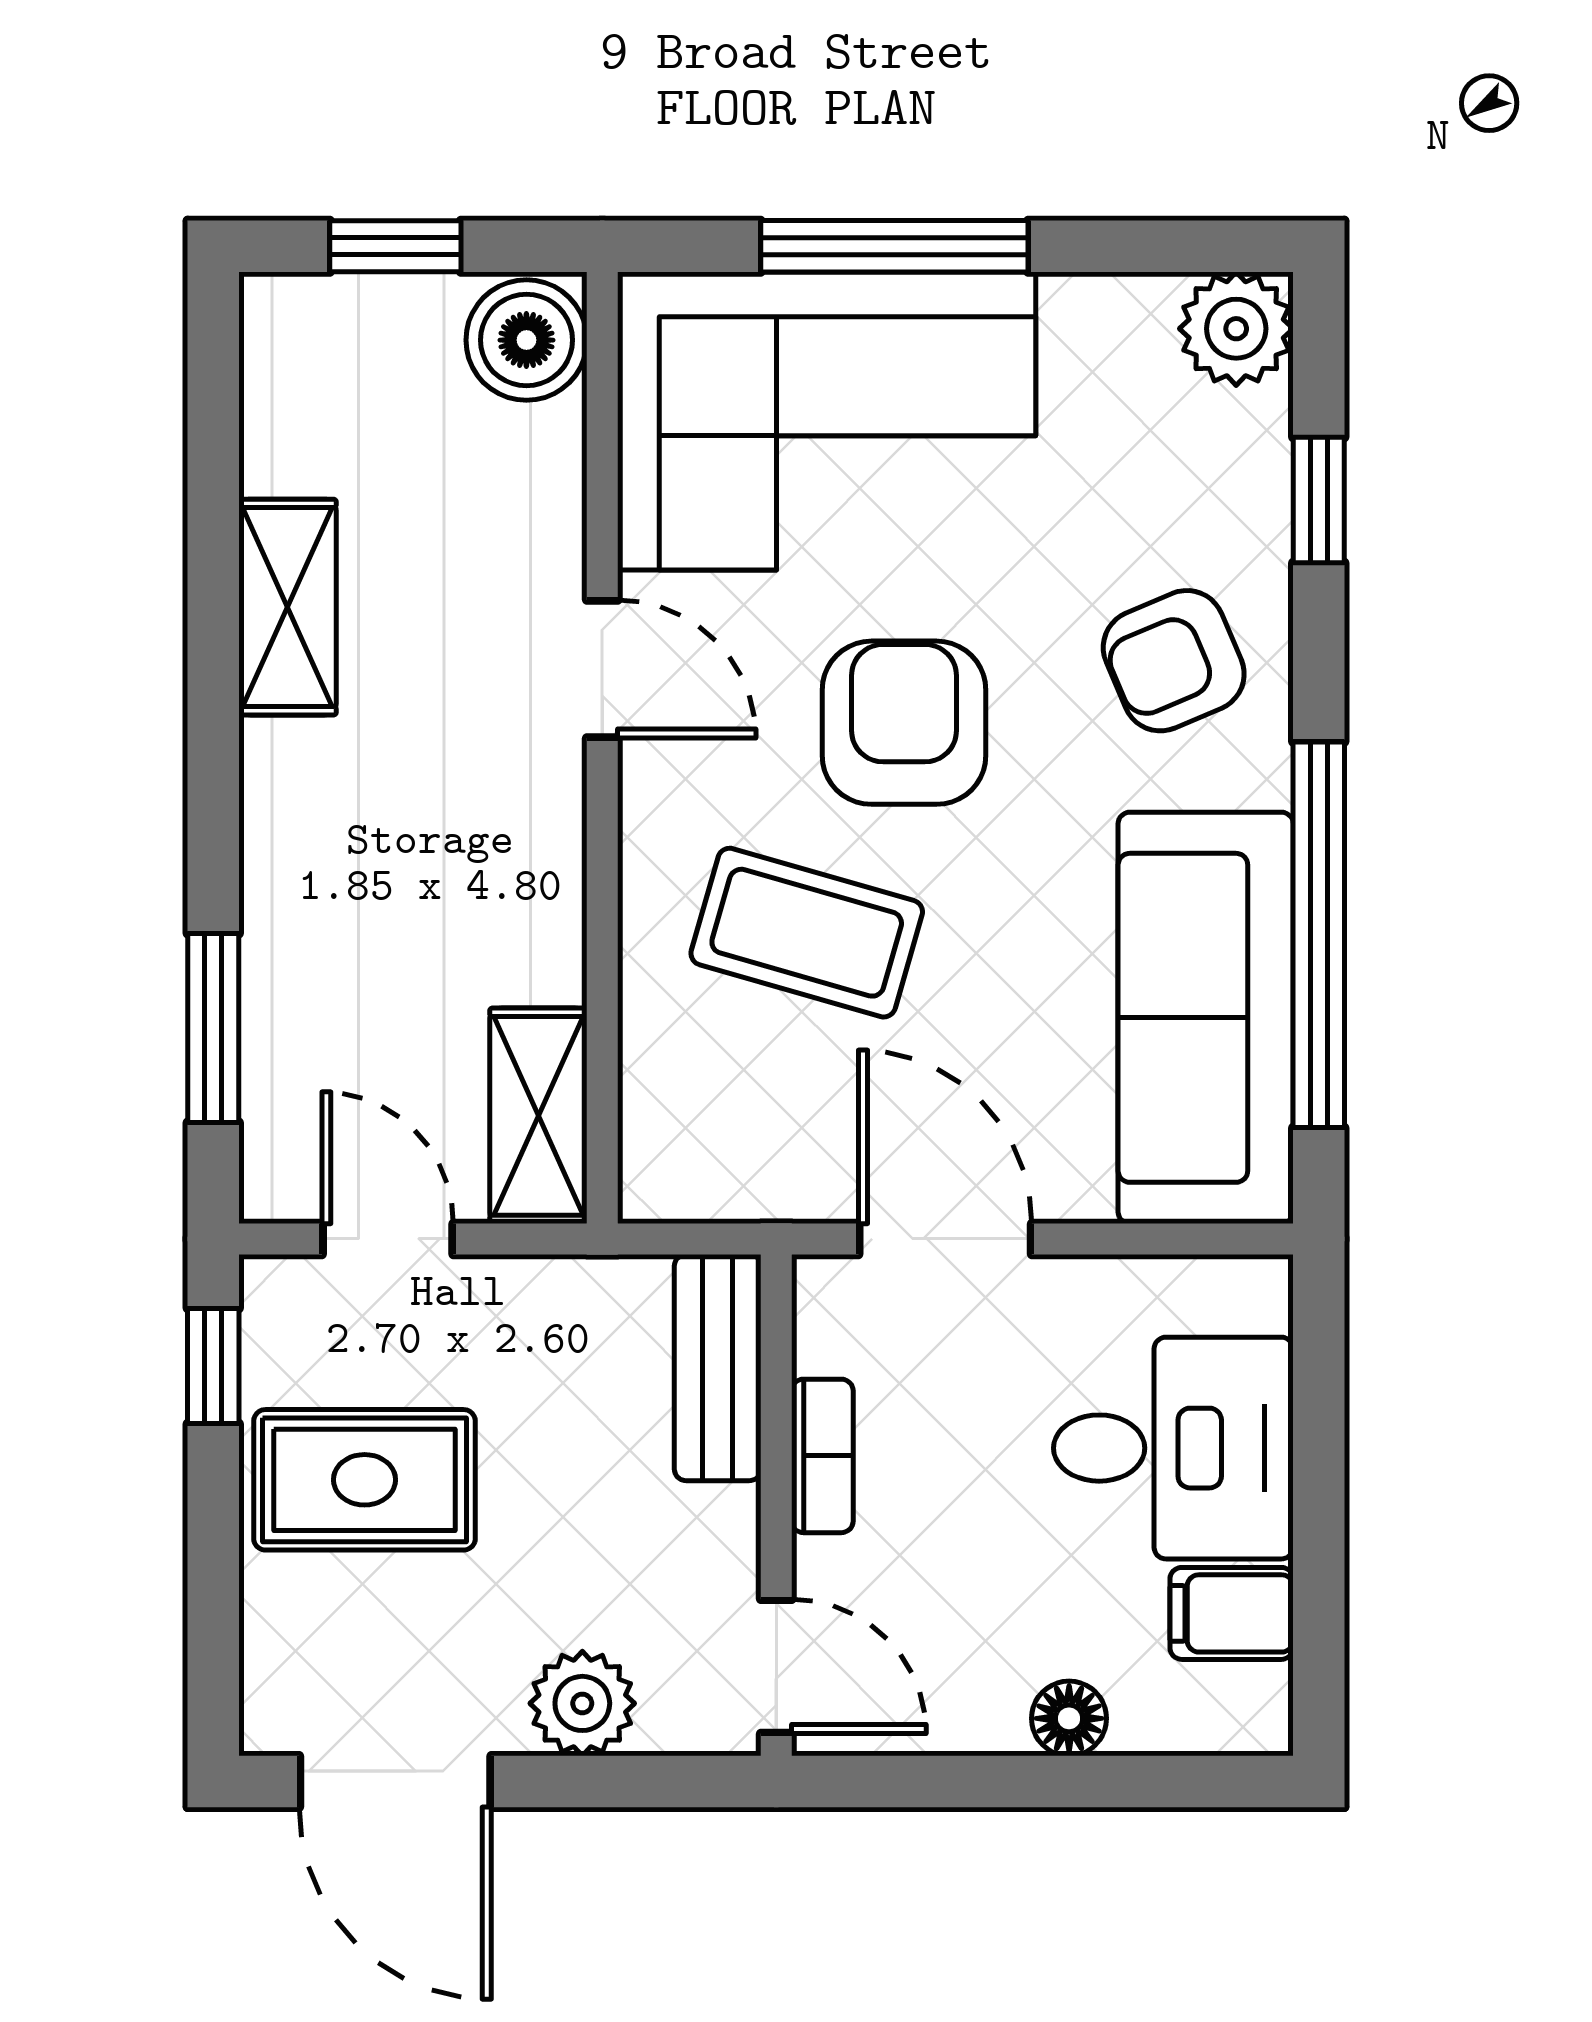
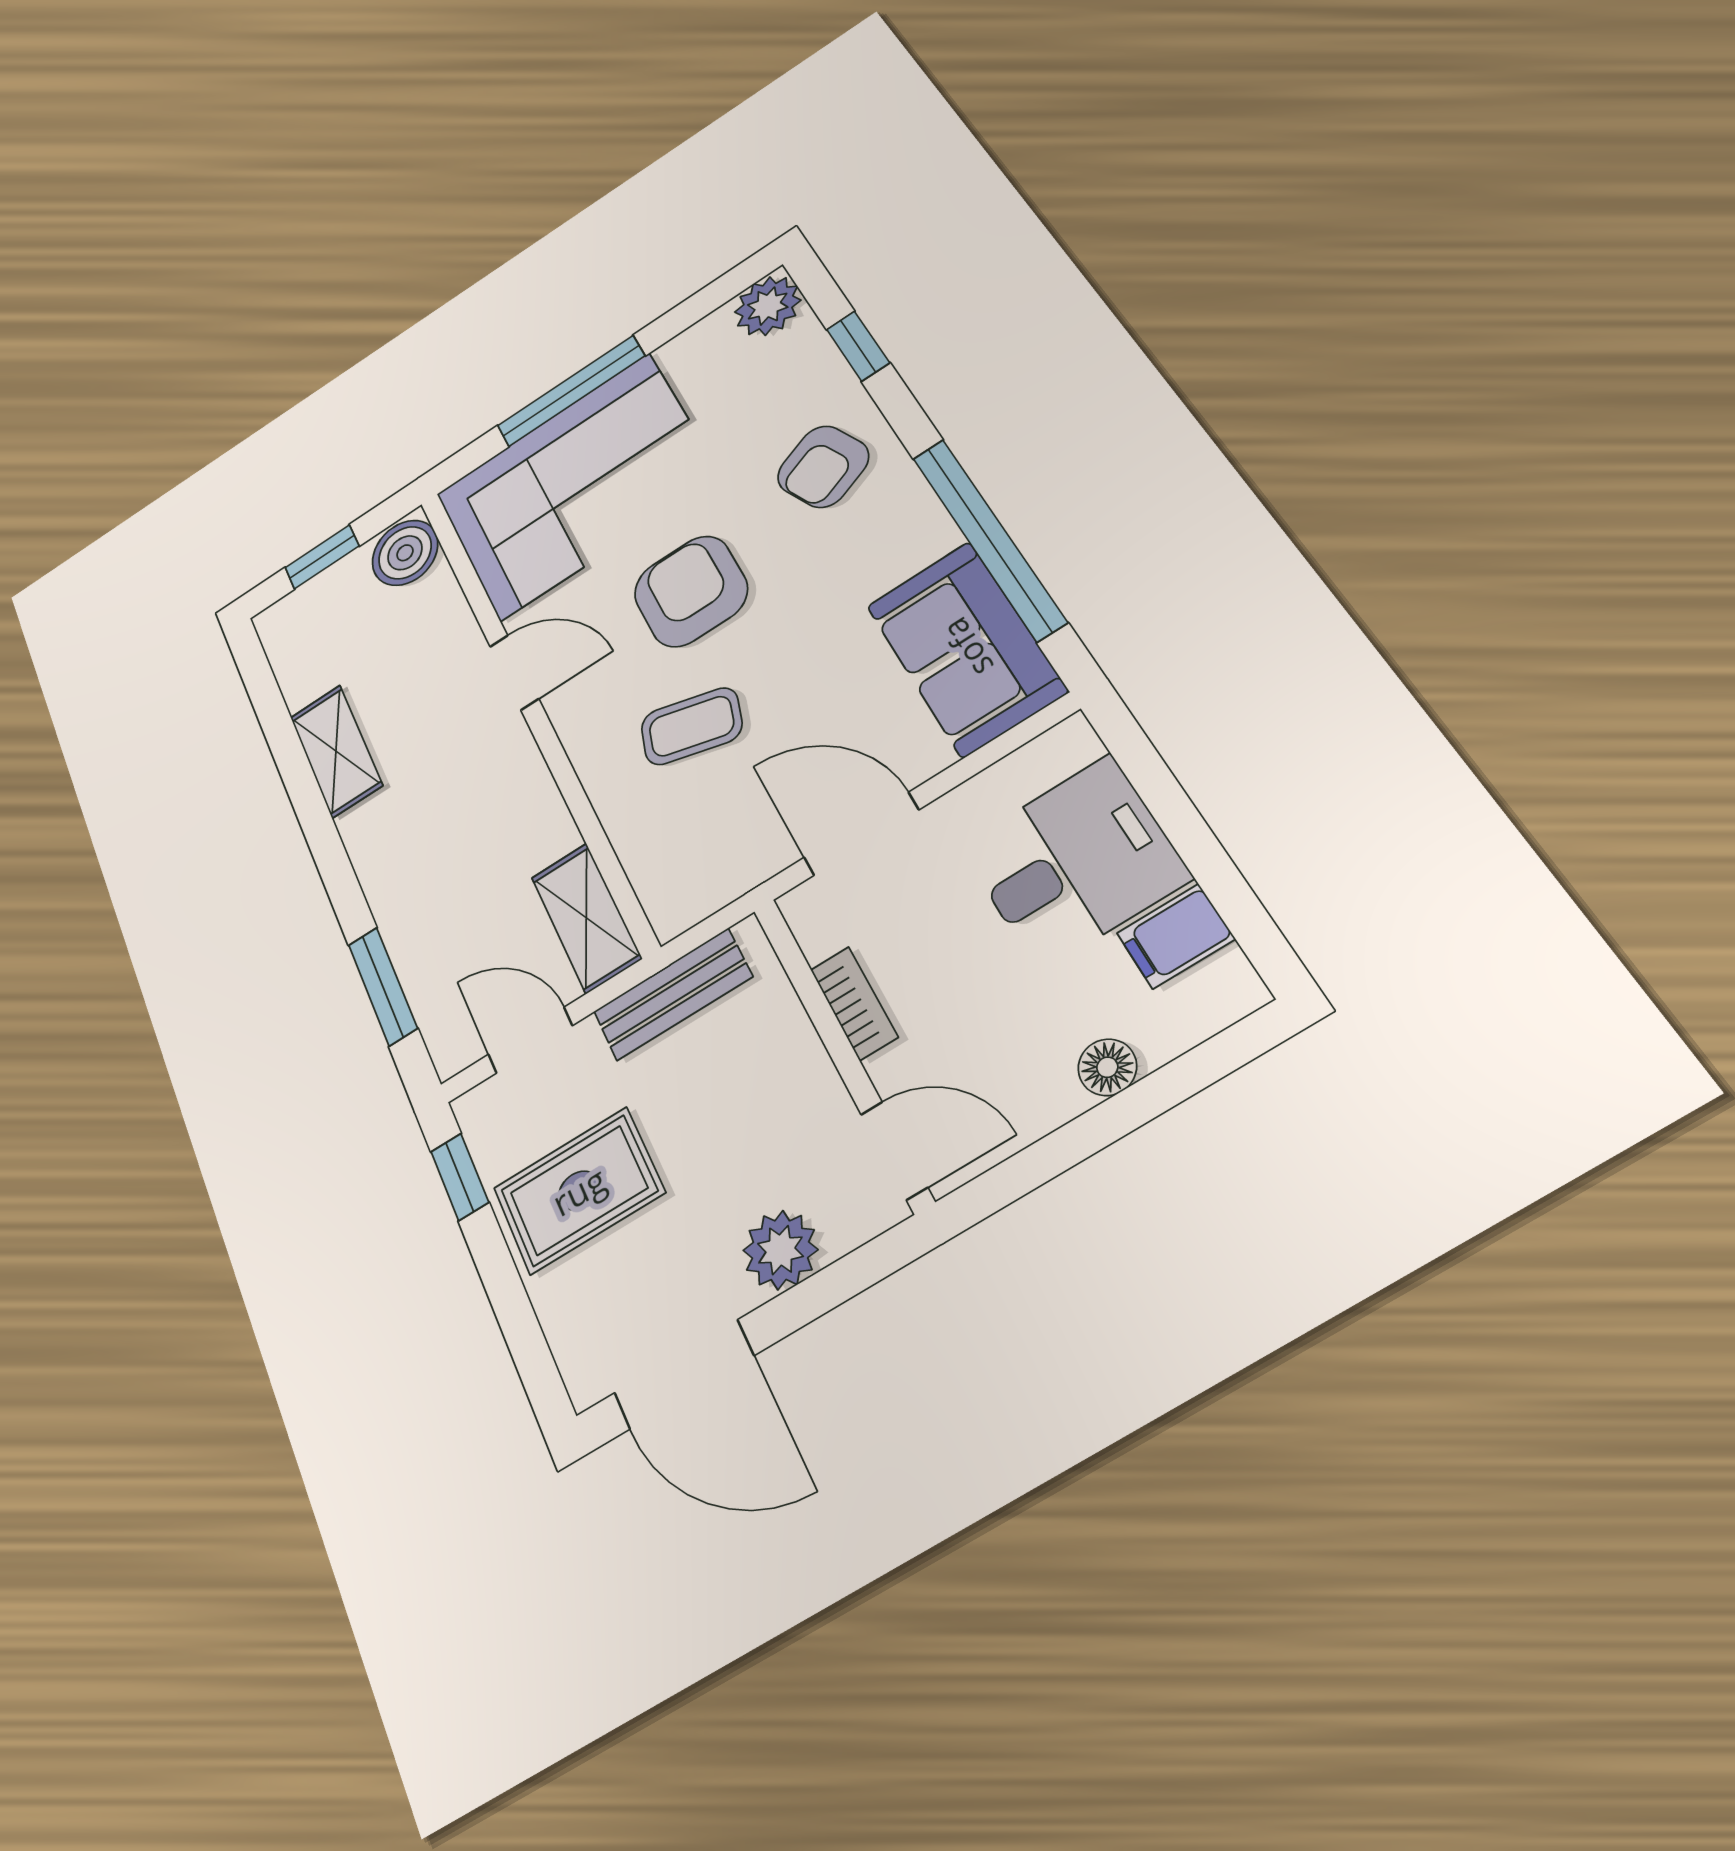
coffee table: (807, 933) -> (692, 726), width x0.73, depth x0.77
sofa: (1206, 1018) -> (966, 648), width x0.73
bench: (718, 1368) -> (673, 994), moved, turned 90

